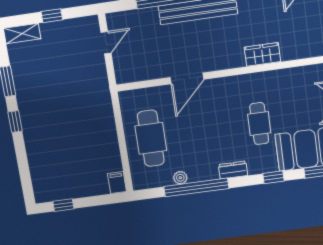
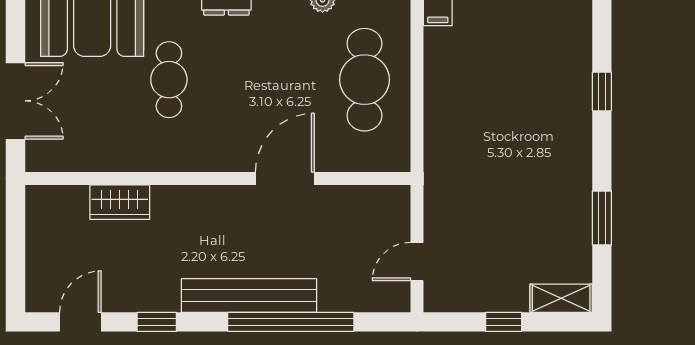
wardrobe: (262, 54) -> (120, 202), moved
window: (15, 122) -> (602, 92), moved

